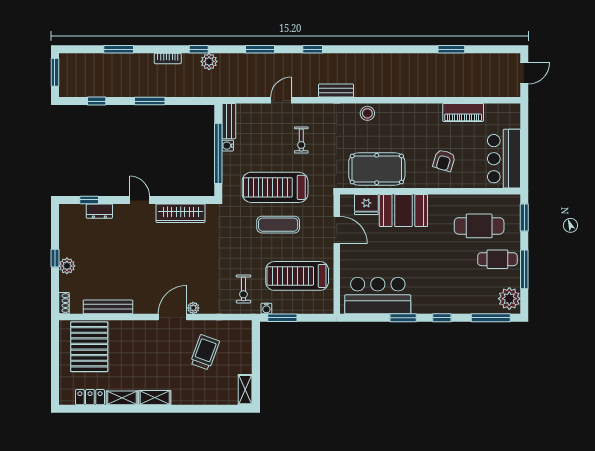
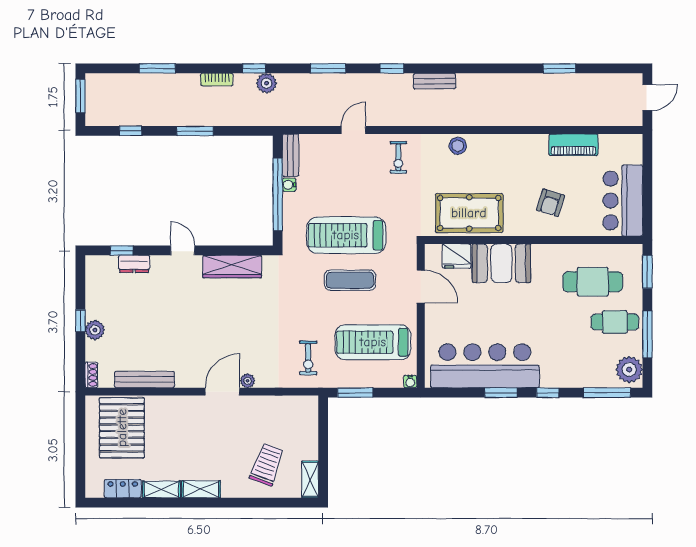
bench: (336, 91) -> (434, 81), moved
exercise bike: (301, 140) -> (398, 157), moved
bar counter: (378, 295) -> (485, 366), width x1.36
water cooler: (266, 308) -> (410, 382), moved
trolley: (205, 352) -> (267, 465), moved

